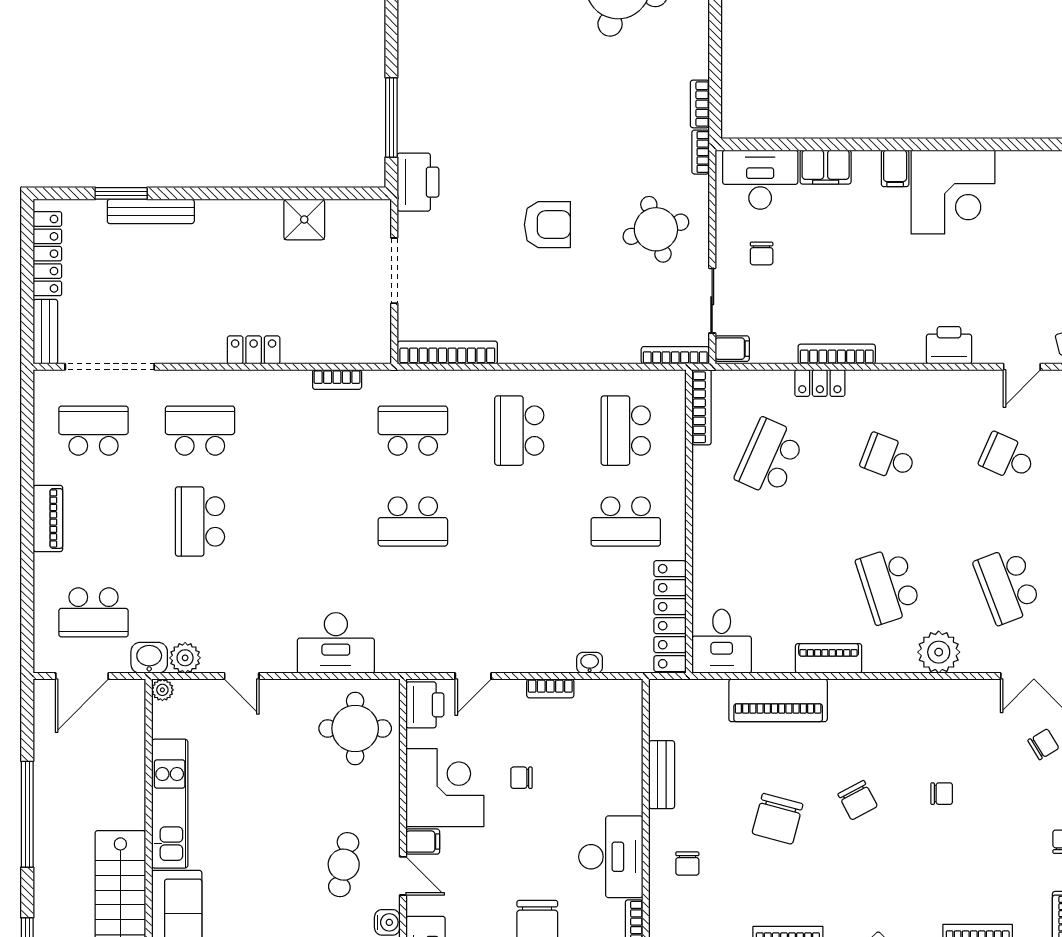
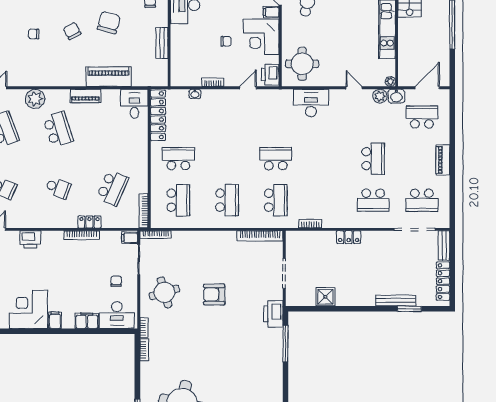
school desk: (413, 431) -> (276, 200), turned -90

